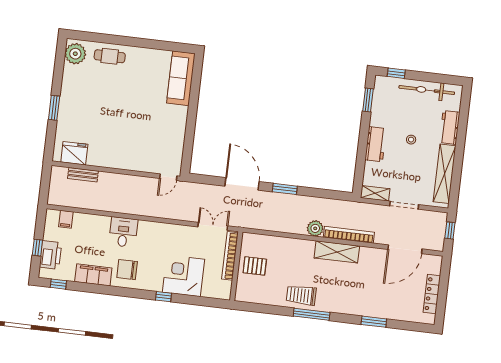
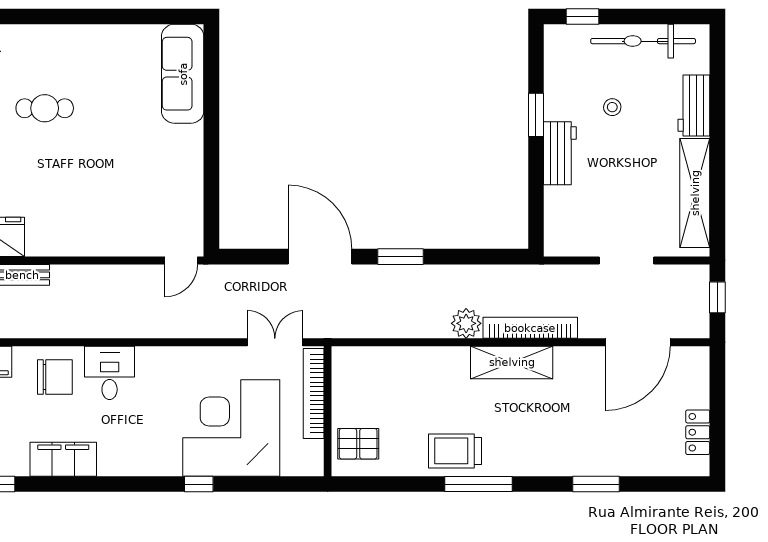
cafe table: (110, 56) -> (45, 108), moved
window: (368, 100) -> (536, 115), moved
stool: (411, 140) -> (612, 107), moved
shelving: (375, 193) -> (570, 245), removed
pallet: (255, 266) -> (358, 444), moved
chair: (127, 270) -> (55, 377), moved, turned 180
corner desk: (183, 276) -> (231, 428), width x1.36, depth x1.36
locker: (432, 294) -> (698, 432), width x0.66

